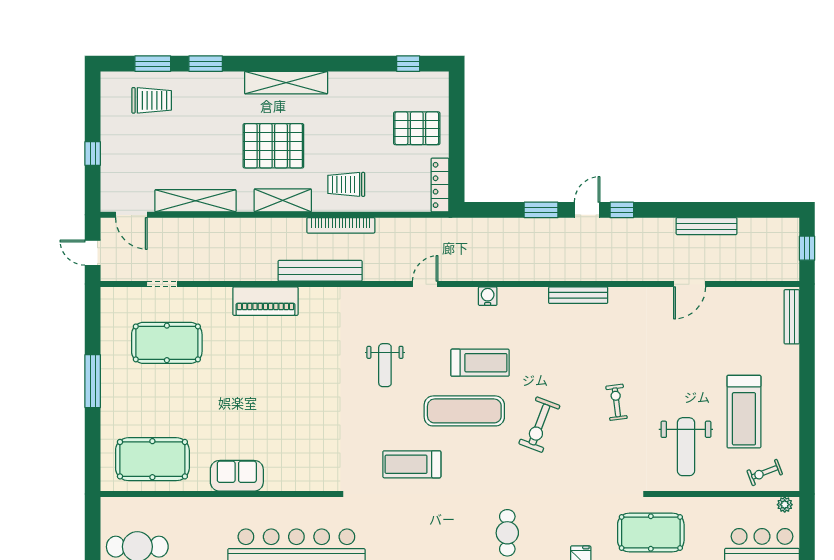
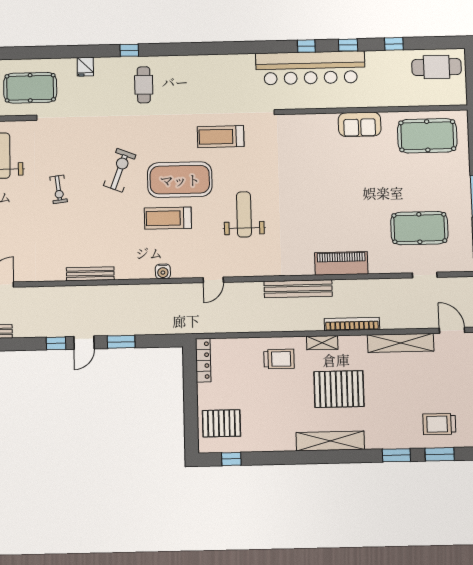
pallet: (417, 128) -> (221, 423), moved
shelving: (283, 200) -> (322, 343), width x0.67, depth x0.75
bookcase: (341, 225) -> (352, 324), moved
weight bench: (385, 365) -> (244, 214), width x1.36, depth x1.33
exercise mat: (464, 411) -> (180, 180), width x1.47
treadmill: (412, 464) -> (221, 137), turned 180

